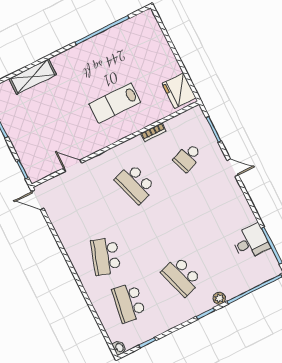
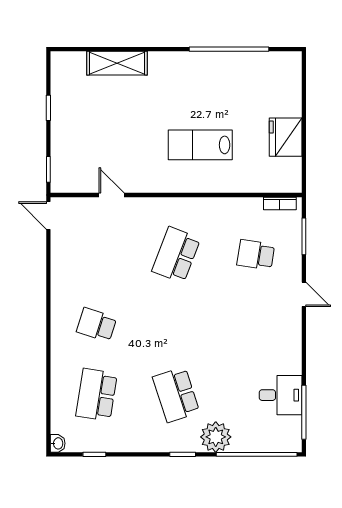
fridge: (179, 91) -> (286, 137), moved
bookcase: (153, 132) -> (280, 204), moved
school desk: (188, 157) -> (256, 255), turned 30
school desk: (135, 184) -> (176, 255), turned 39
school desk: (106, 256) -> (97, 325), width x0.54
plant: (219, 298) -> (216, 437), width x1.87, depth x1.87

